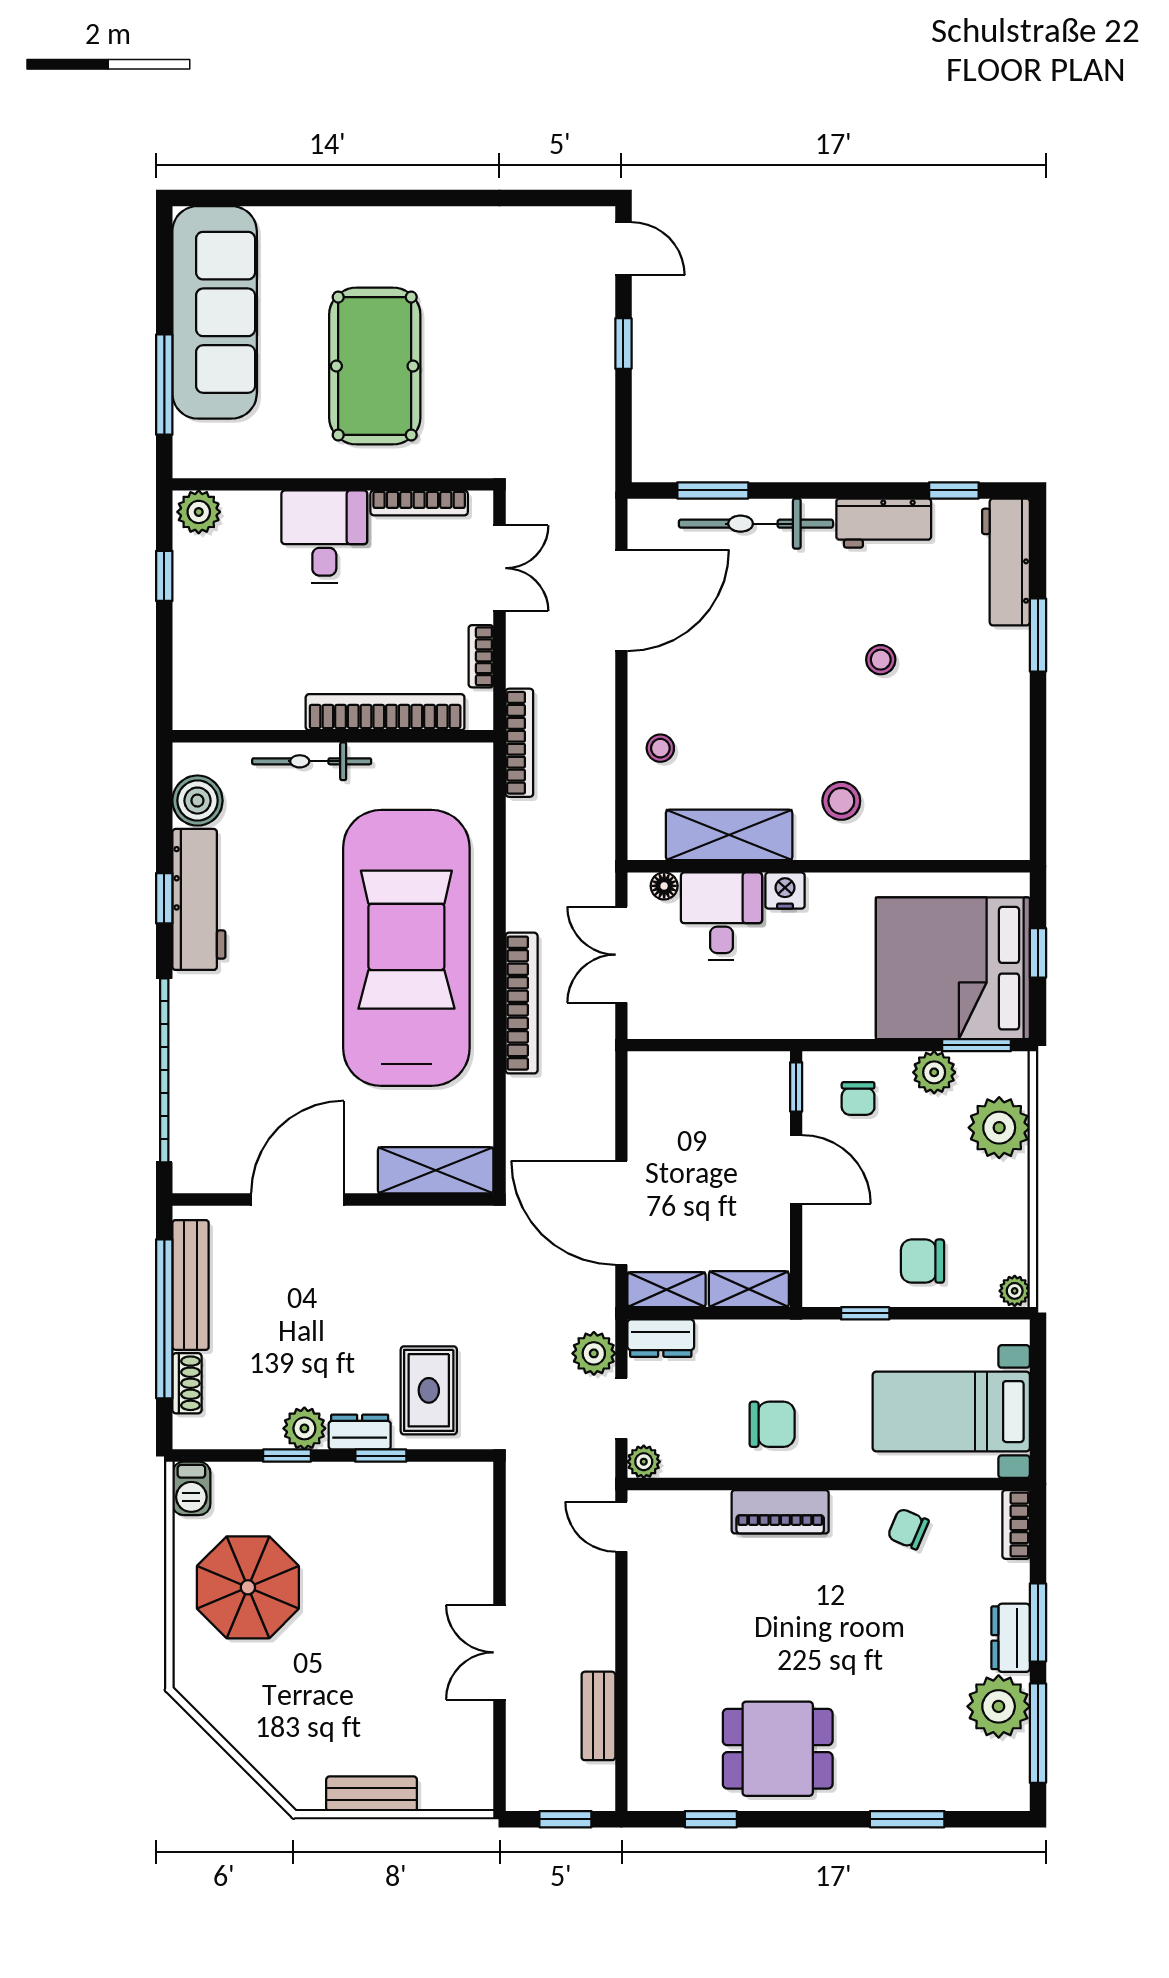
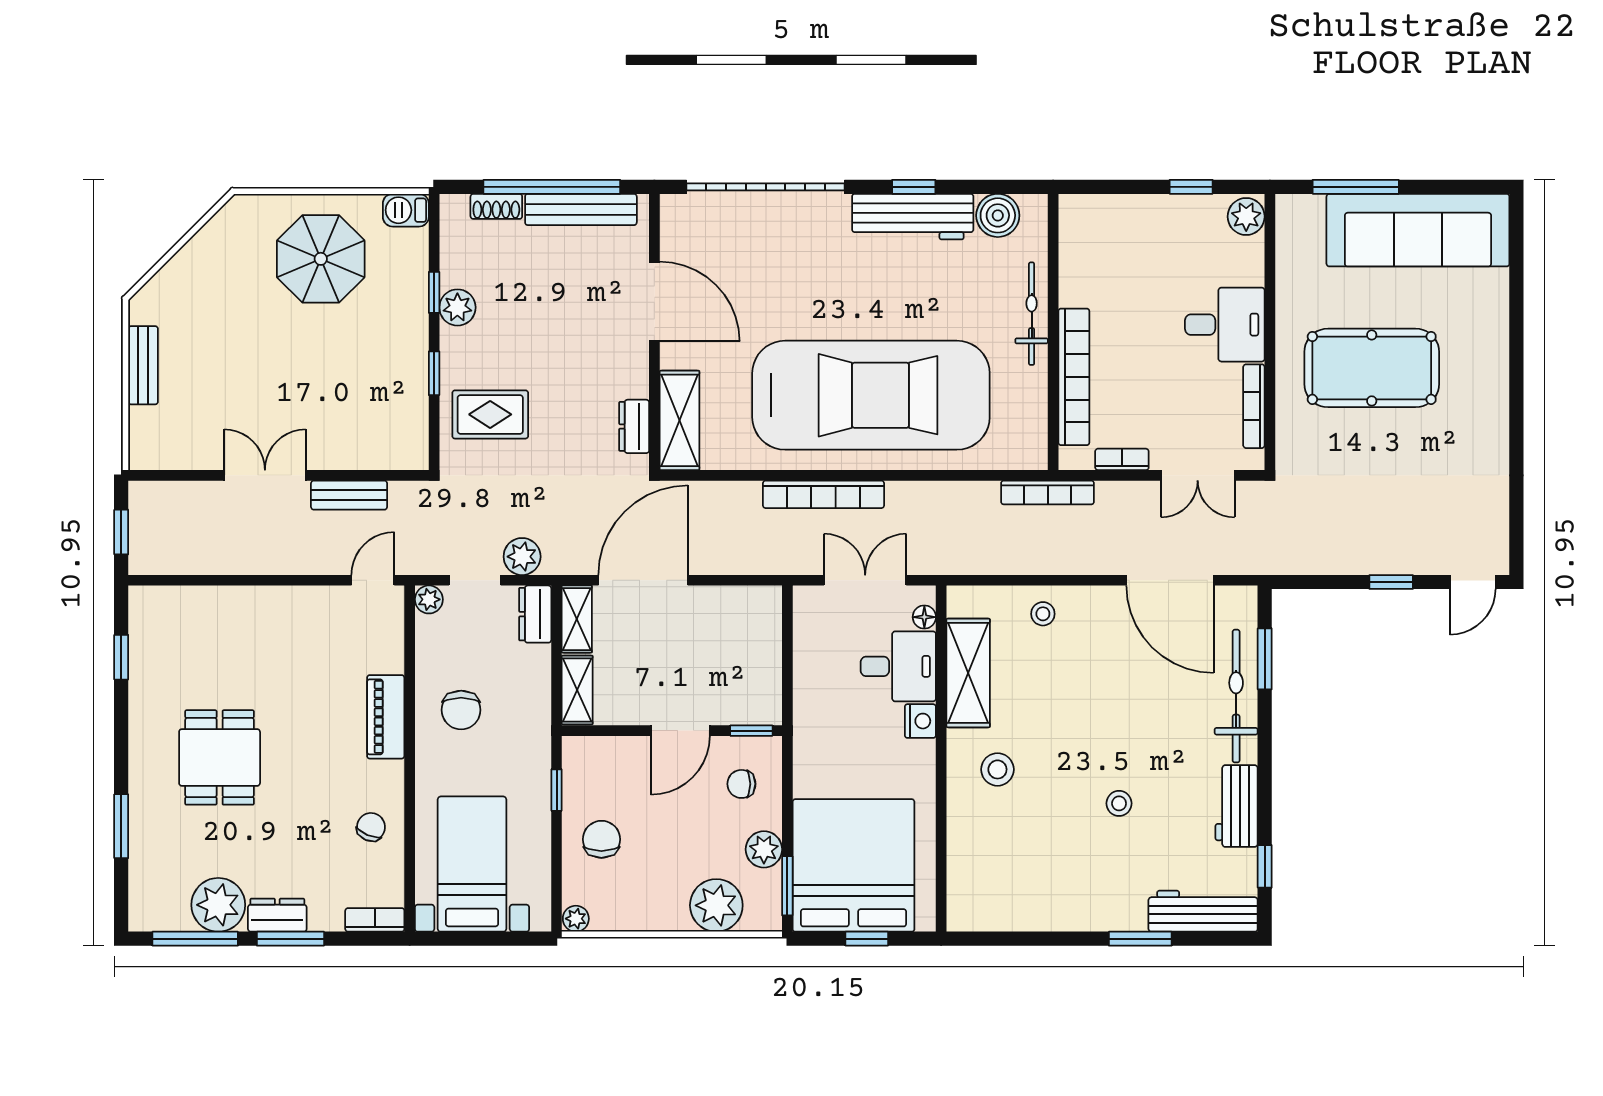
dresser: (360, 1432) -> (634, 426), moved, turned 180
bench: (598, 1716) -> (349, 495), moved
dining table: (778, 1749) -> (220, 757), moved

